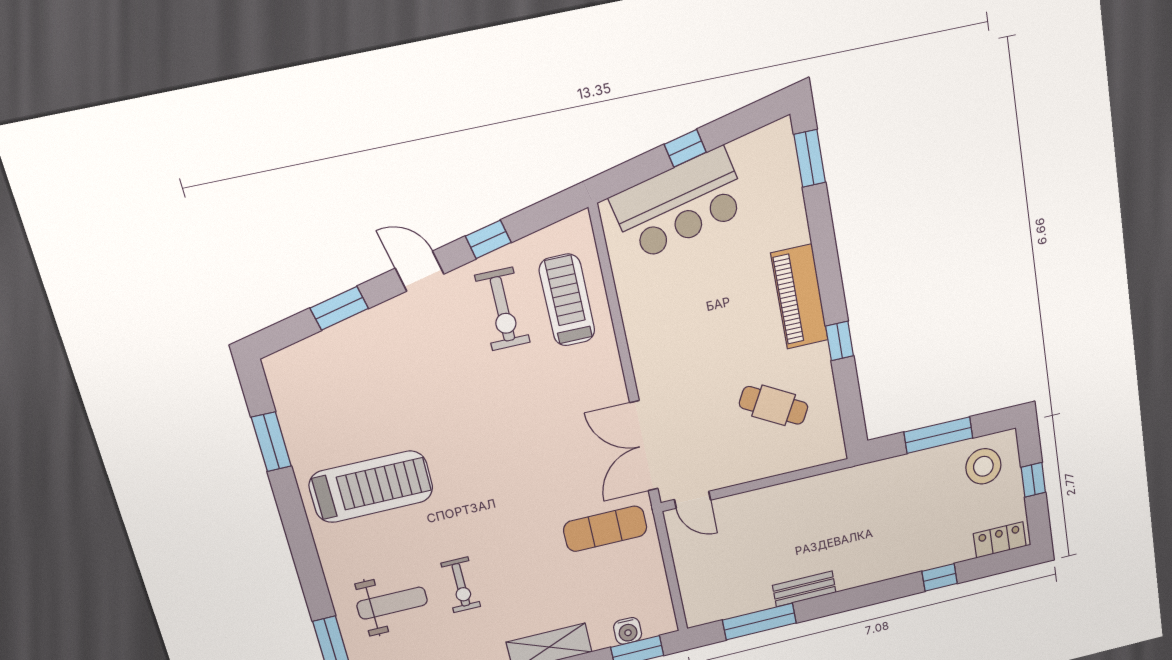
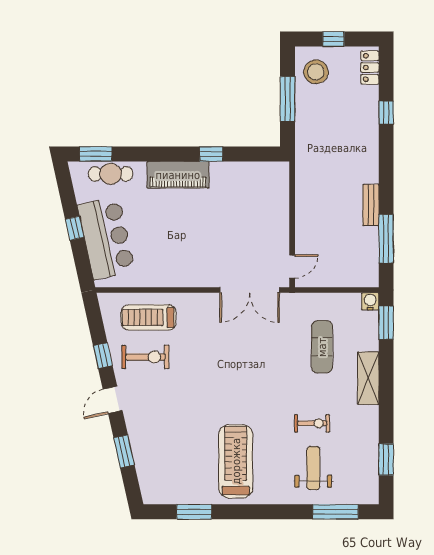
cafe table: (774, 405) -> (111, 174), moved, turned 61
exercise mat: (605, 529) -> (322, 347), moved
water cooler: (628, 631) -> (370, 301), moved, turned -90

